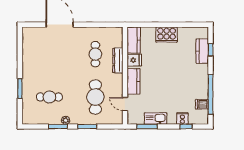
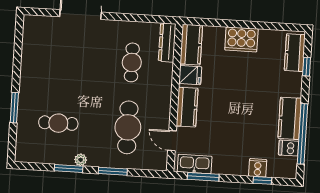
kitchen counter: (202, 51) -> (295, 53), moved
dresser: (118, 60) -> (167, 43), moved
kitchen counter: (201, 85) -> (290, 118), added
kitchen sink: (156, 118) -> (195, 164), moved

